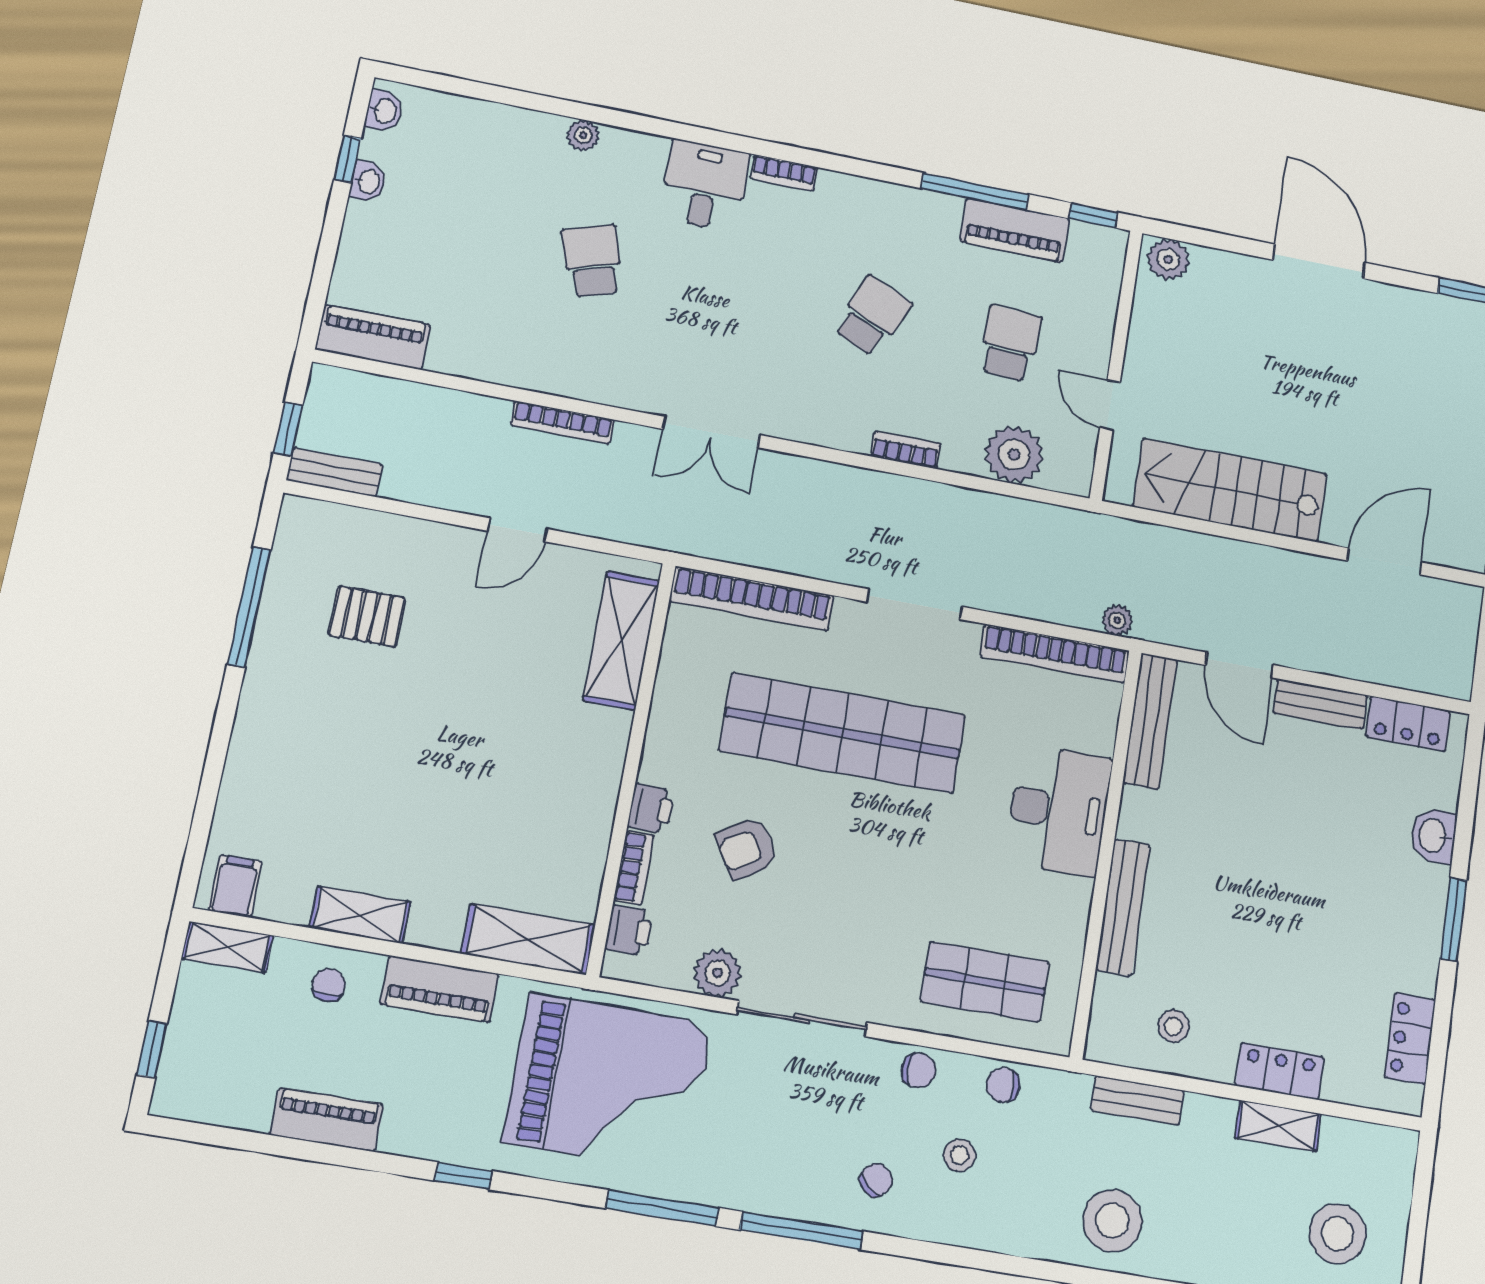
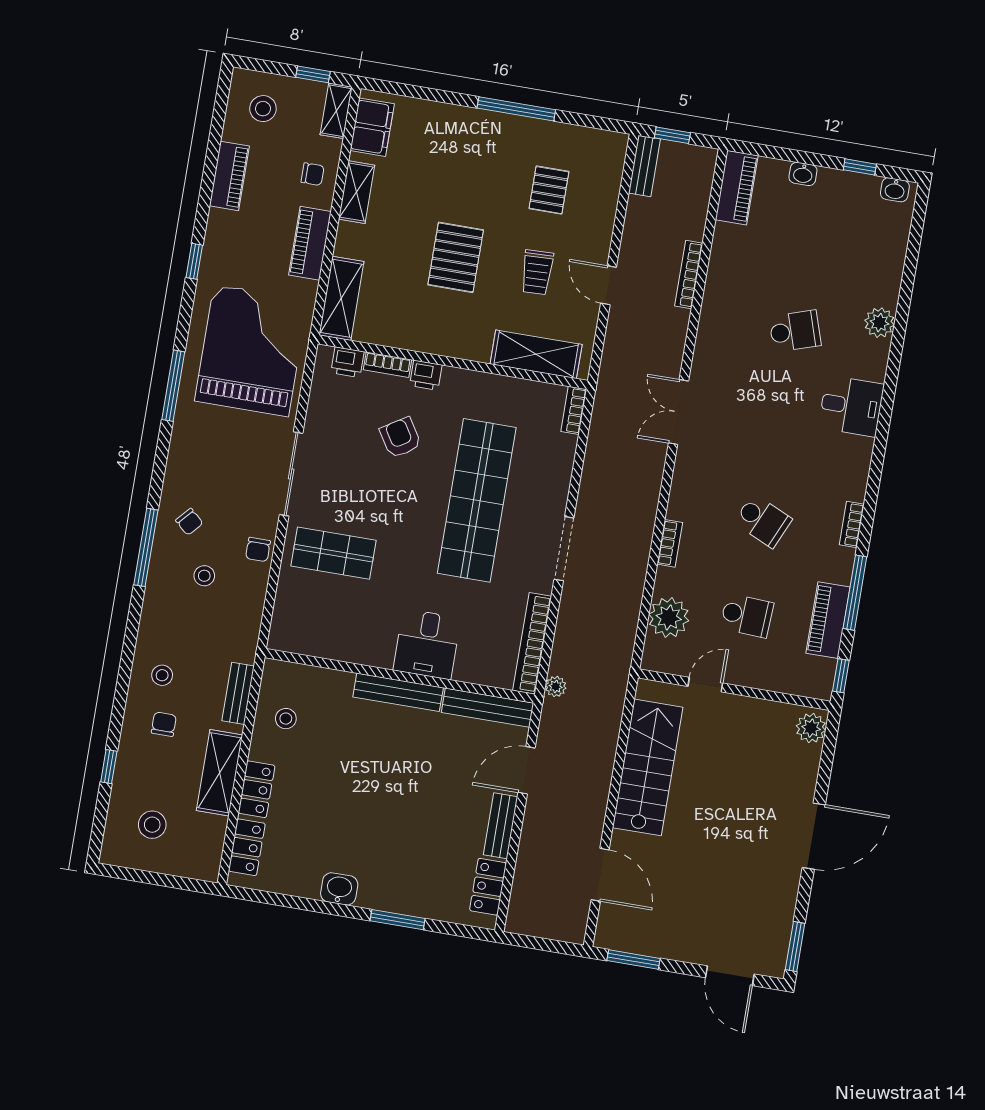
plant: (583, 135) -> (880, 323), width x1.38, depth x1.38
bookcase: (784, 173) -> (852, 525), moved
washbasin: (368, 181) -> (803, 174), moved
bookcase: (563, 422) -> (689, 275), moved
bookcase: (752, 598) -> (574, 410), width x0.43, depth x0.76
window: (249, 607) -> (516, 109), moved
trolley: (495, 637) -> (537, 272), added
pallet: (468, 761) -> (456, 257), added
desk: (1058, 810) -> (427, 644), width x0.73
washbasin: (1434, 836) -> (339, 889), moved
filing cabinet: (235, 886) -> (372, 127), width x2.00
bench: (1123, 907) -> (398, 692), moved
window: (1453, 919) -> (398, 920), moved
plant: (718, 973) -> (320, 419), removed
shop shelf: (985, 982) -> (333, 553), moved, turned 90
locker: (1410, 1039) -> (247, 847), moved, turned 90
window: (152, 1049) -> (313, 74), moved
stool: (218, 1065) -> (263, 109), added
grand piano: (608, 1083) -> (251, 350), turned 180
chair: (1003, 1085) -> (164, 724), moved
shelving: (1278, 1126) -> (220, 773), width x1.50, depth x1.33
stool: (1112, 1221) -> (162, 675), width x0.53, depth x0.53
window: (801, 1231) -> (146, 547), moved
stool: (1338, 1234) -> (152, 825), width x0.73, depth x0.73

